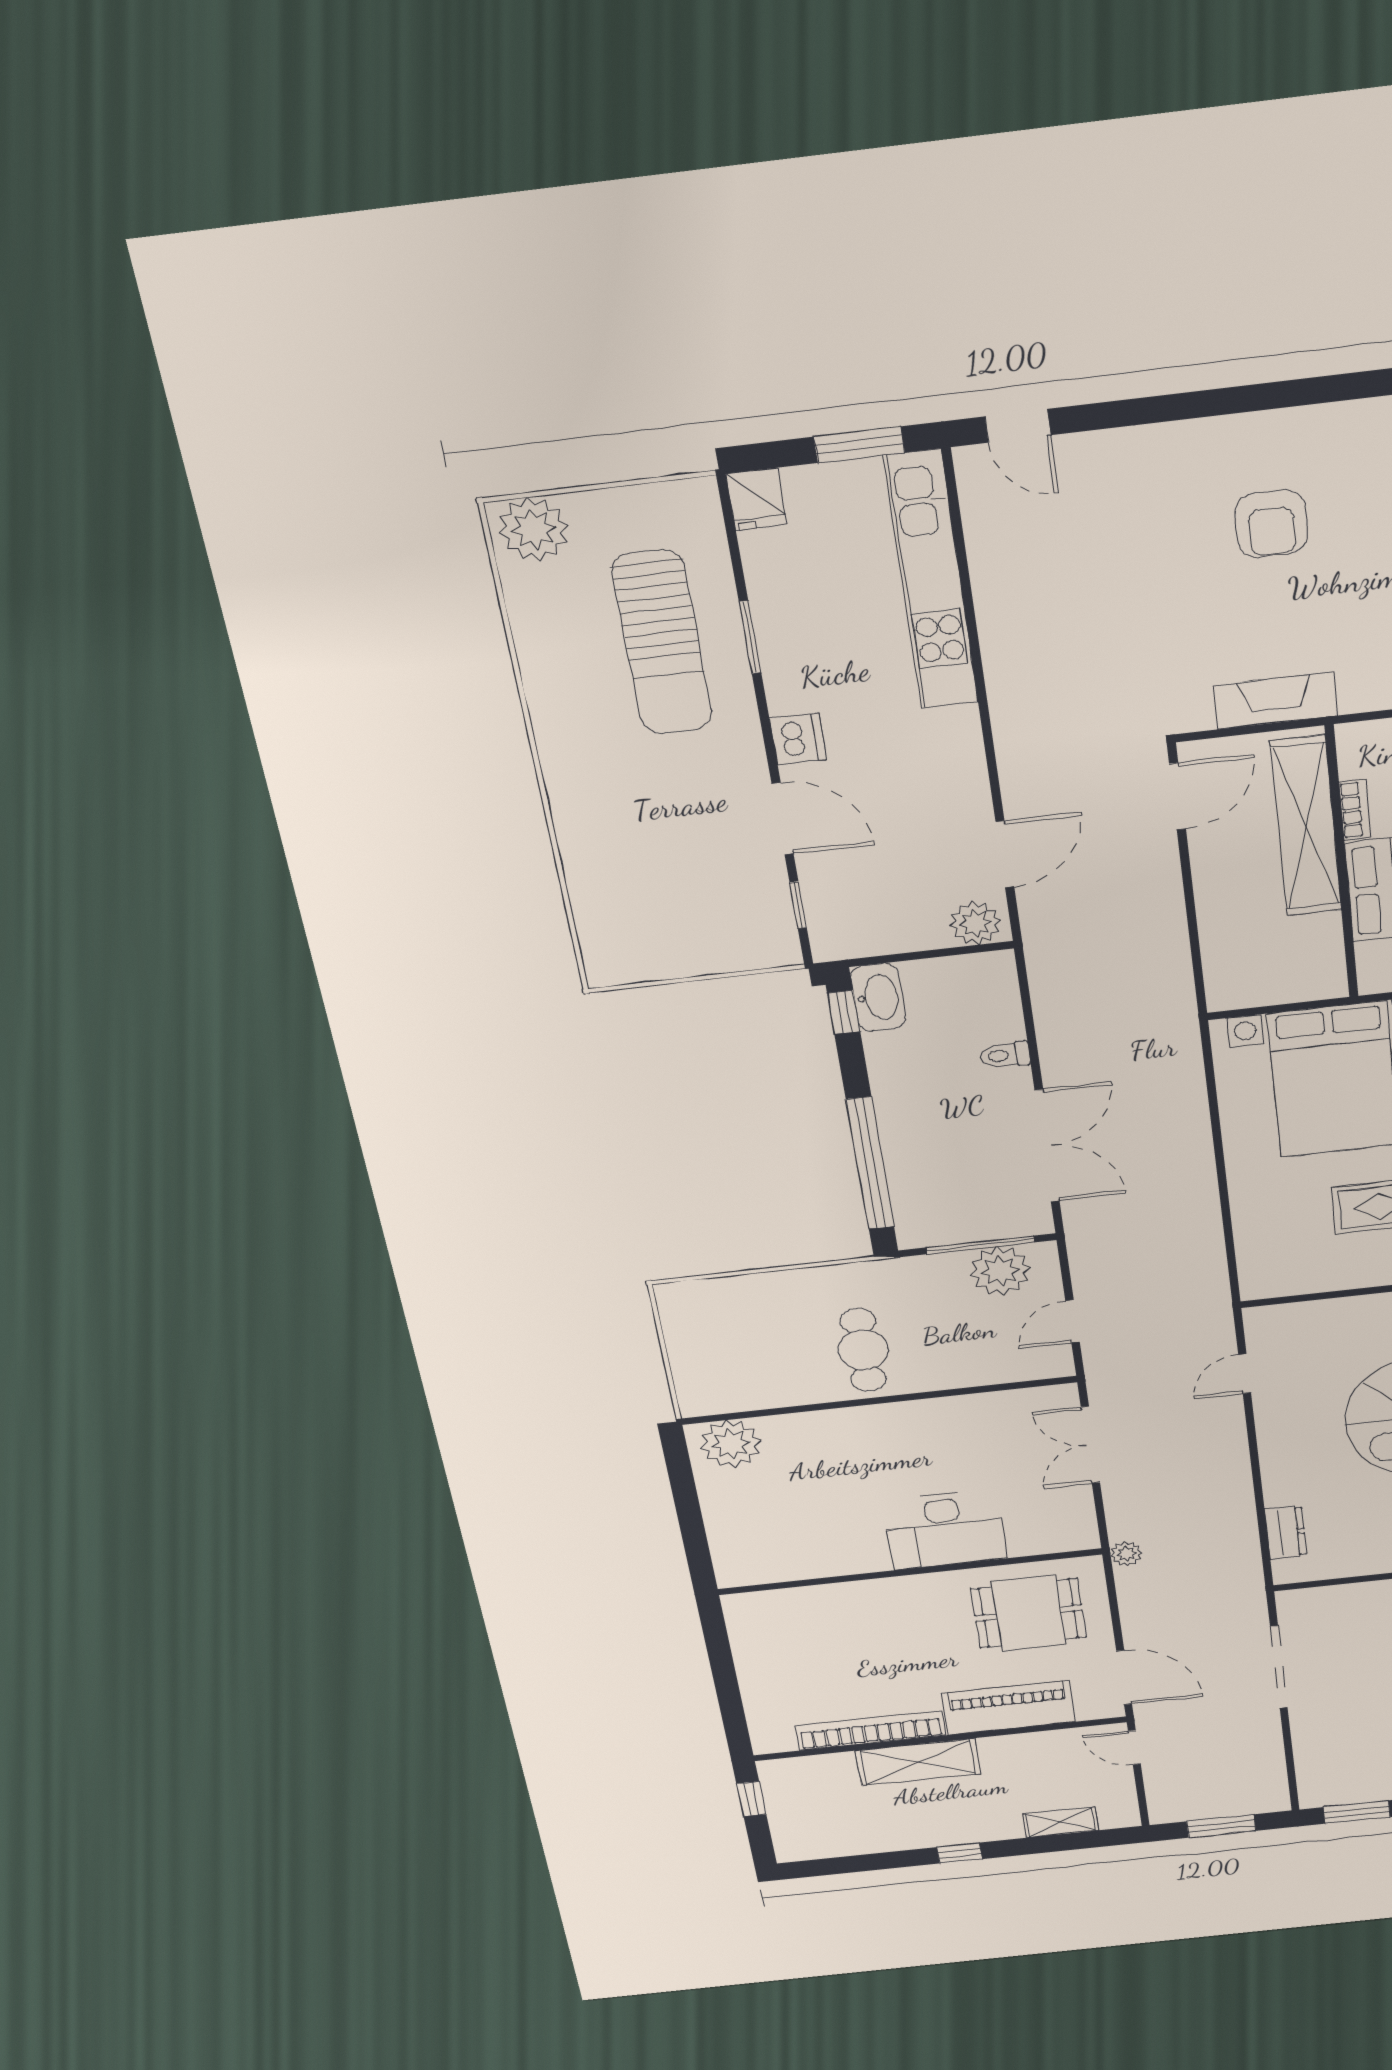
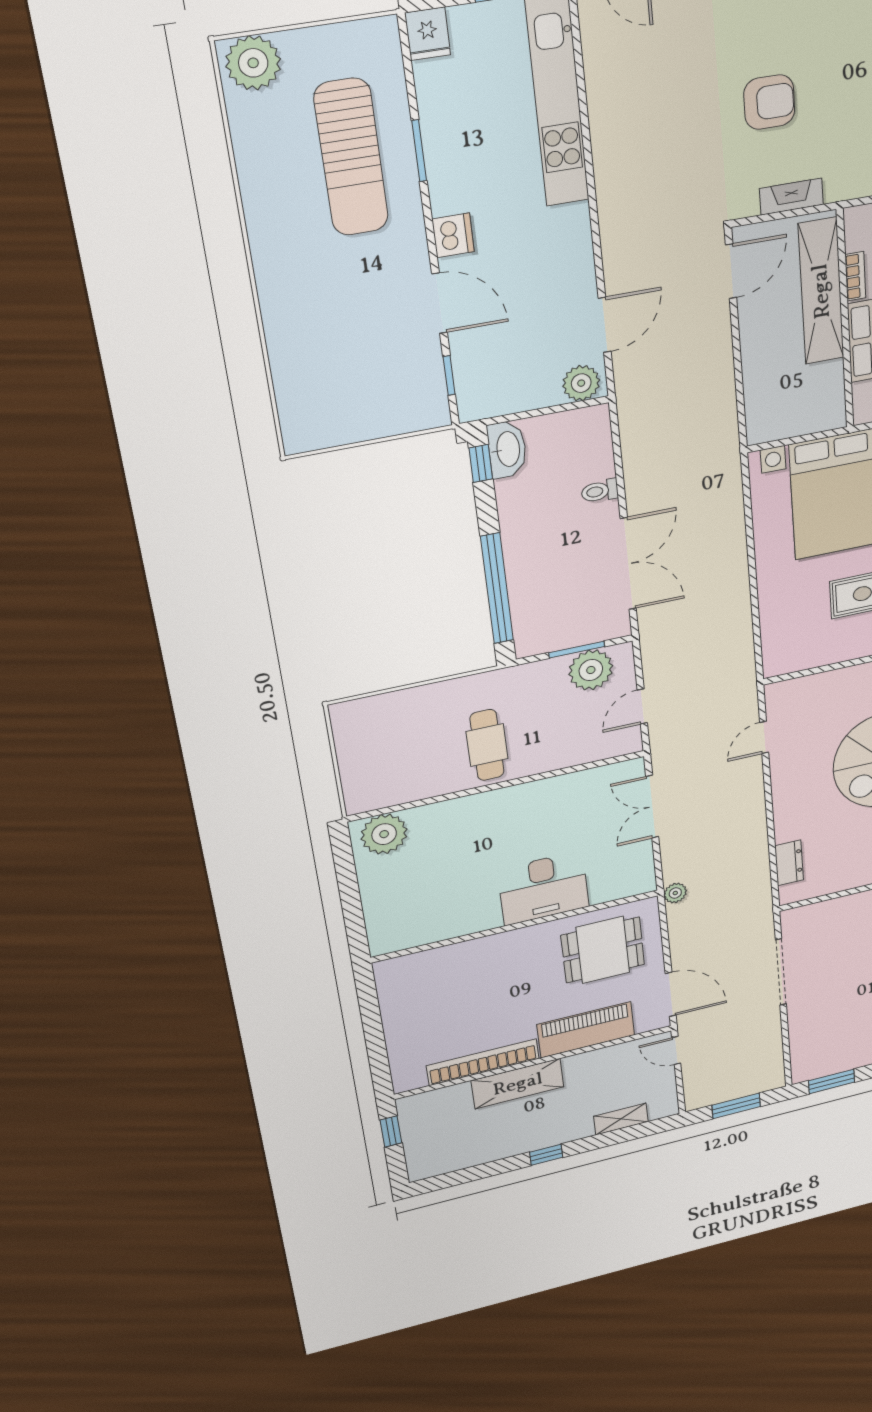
armchair: (1271, 524) -> (769, 102), moved, turned -90
fireplace: (1275, 701) -> (791, 197), width x0.73, depth x0.76
window: (980, 1245) -> (577, 650), width x0.69

